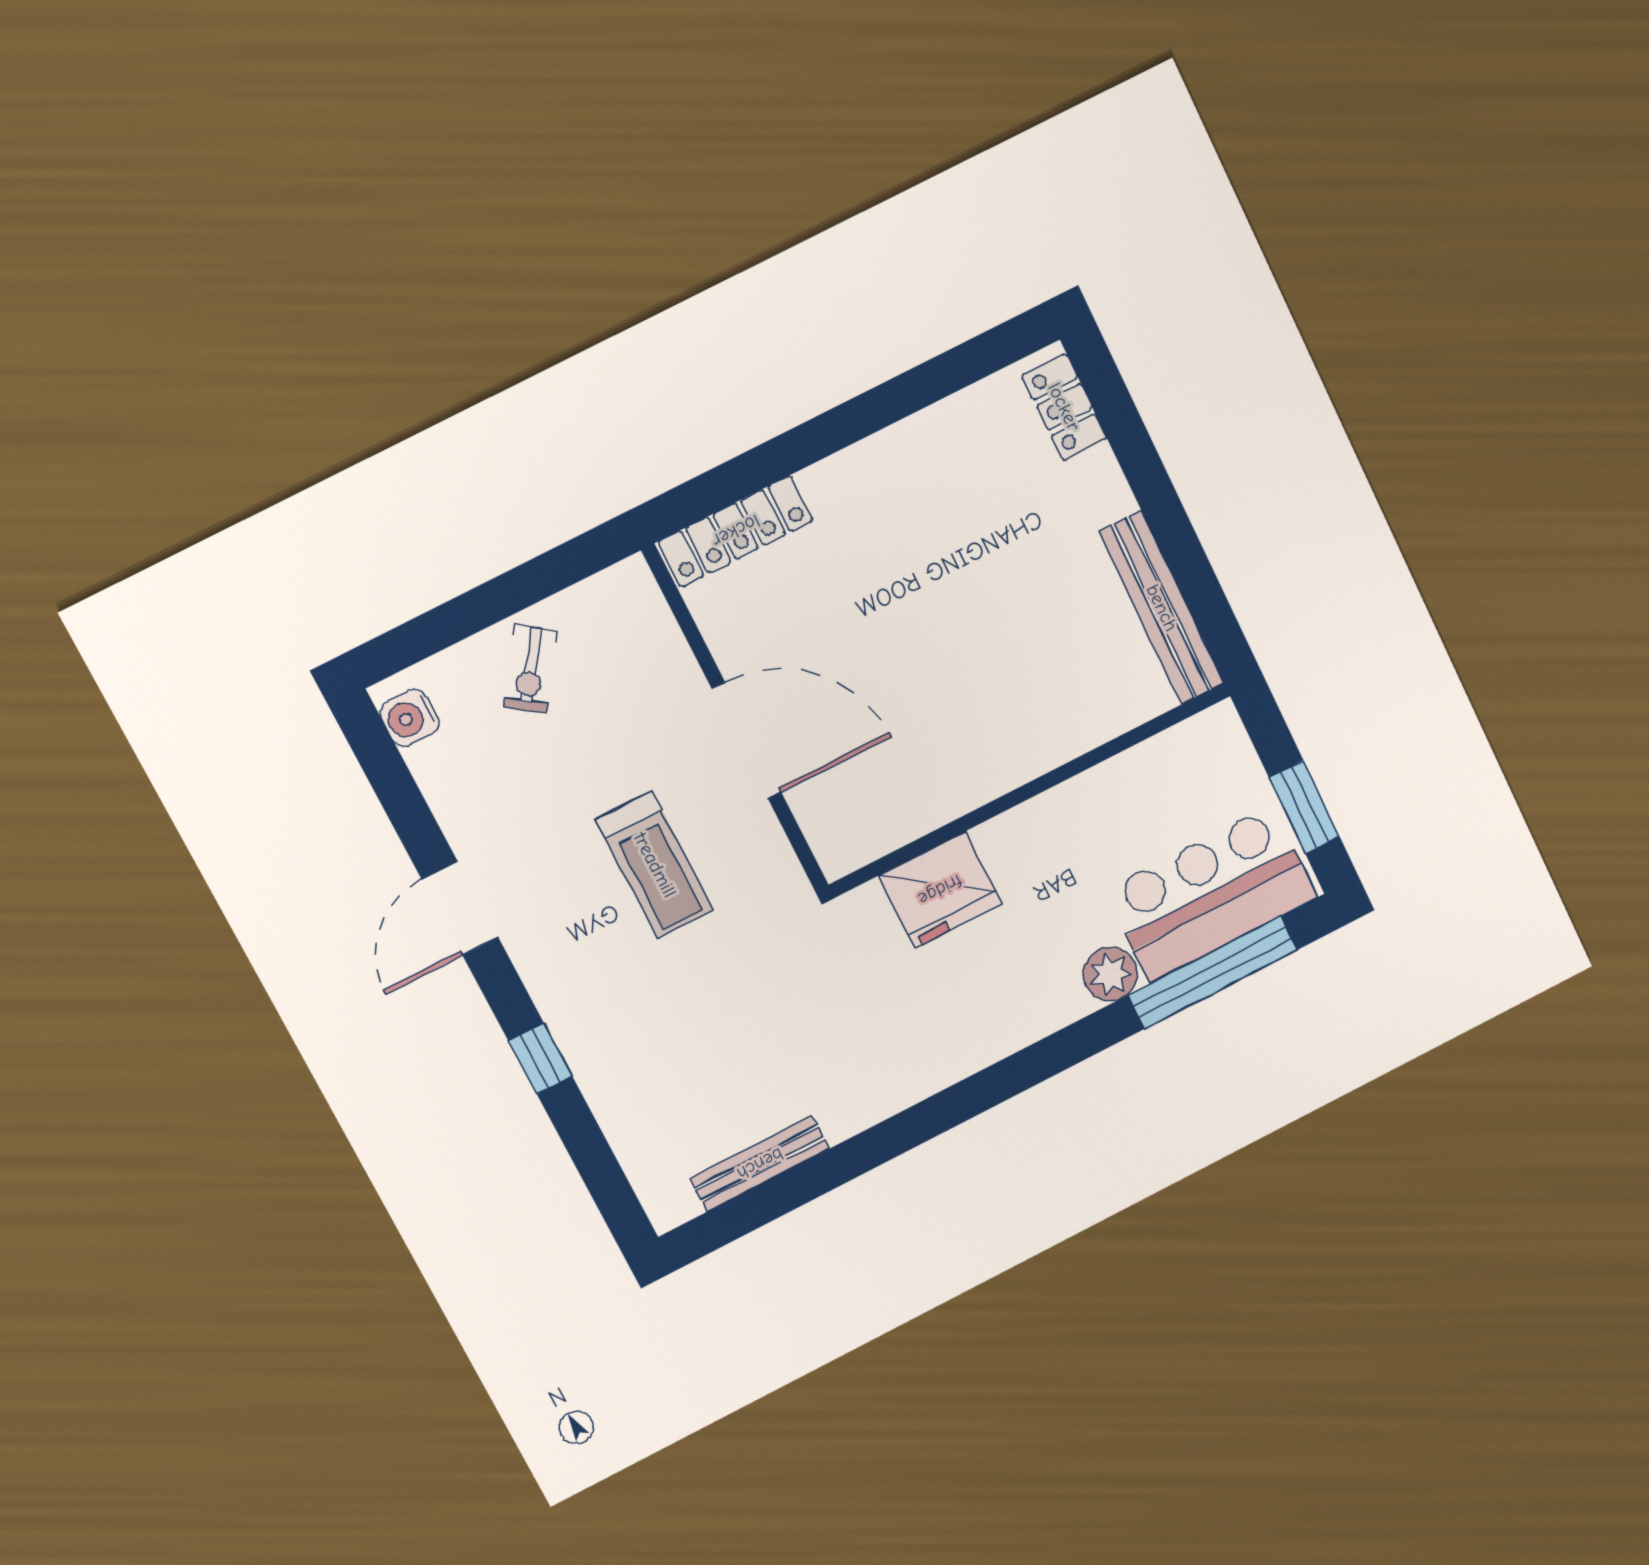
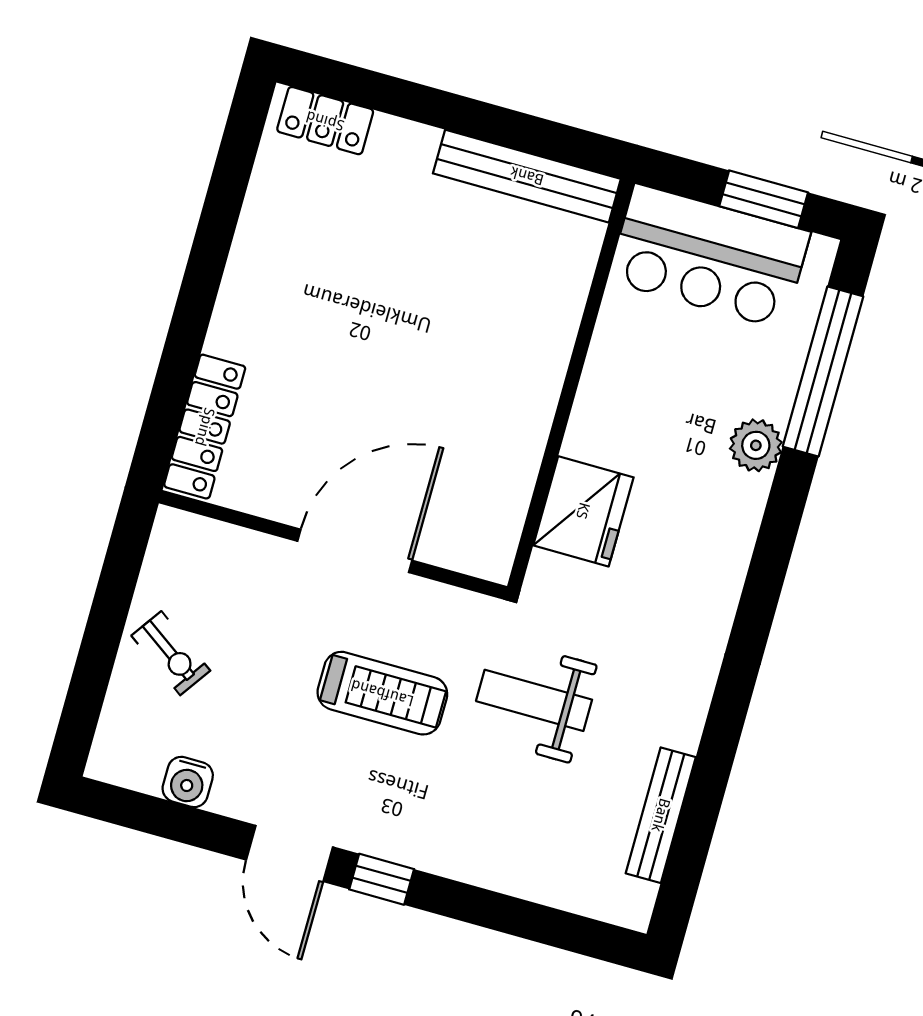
water cooler: (409, 718) -> (188, 782), moved
bar counter: (1211, 894) -> (709, 256), moved, turned -90
weight bench: (759, 987) -> (534, 700), added
window: (540, 1059) -> (382, 879), moved

